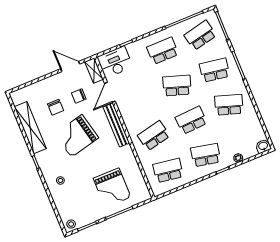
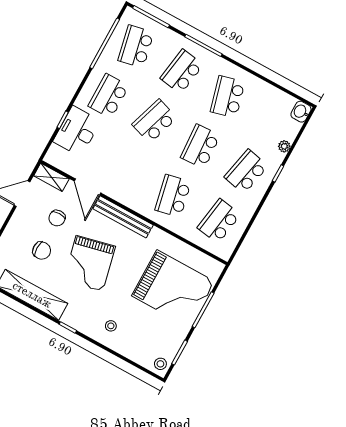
desk: (115, 62) -> (77, 131), moved
school desk: (229, 105) -> (228, 97), turned -33
grand piano: (112, 188) -> (173, 289), width x1.37, depth x1.48

